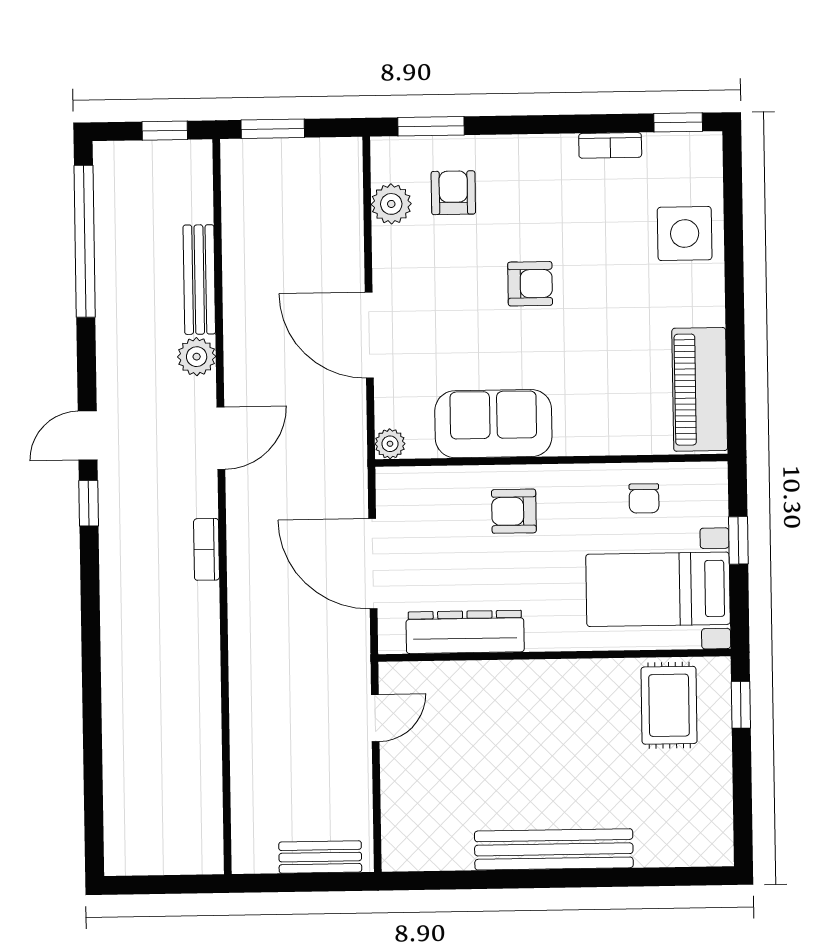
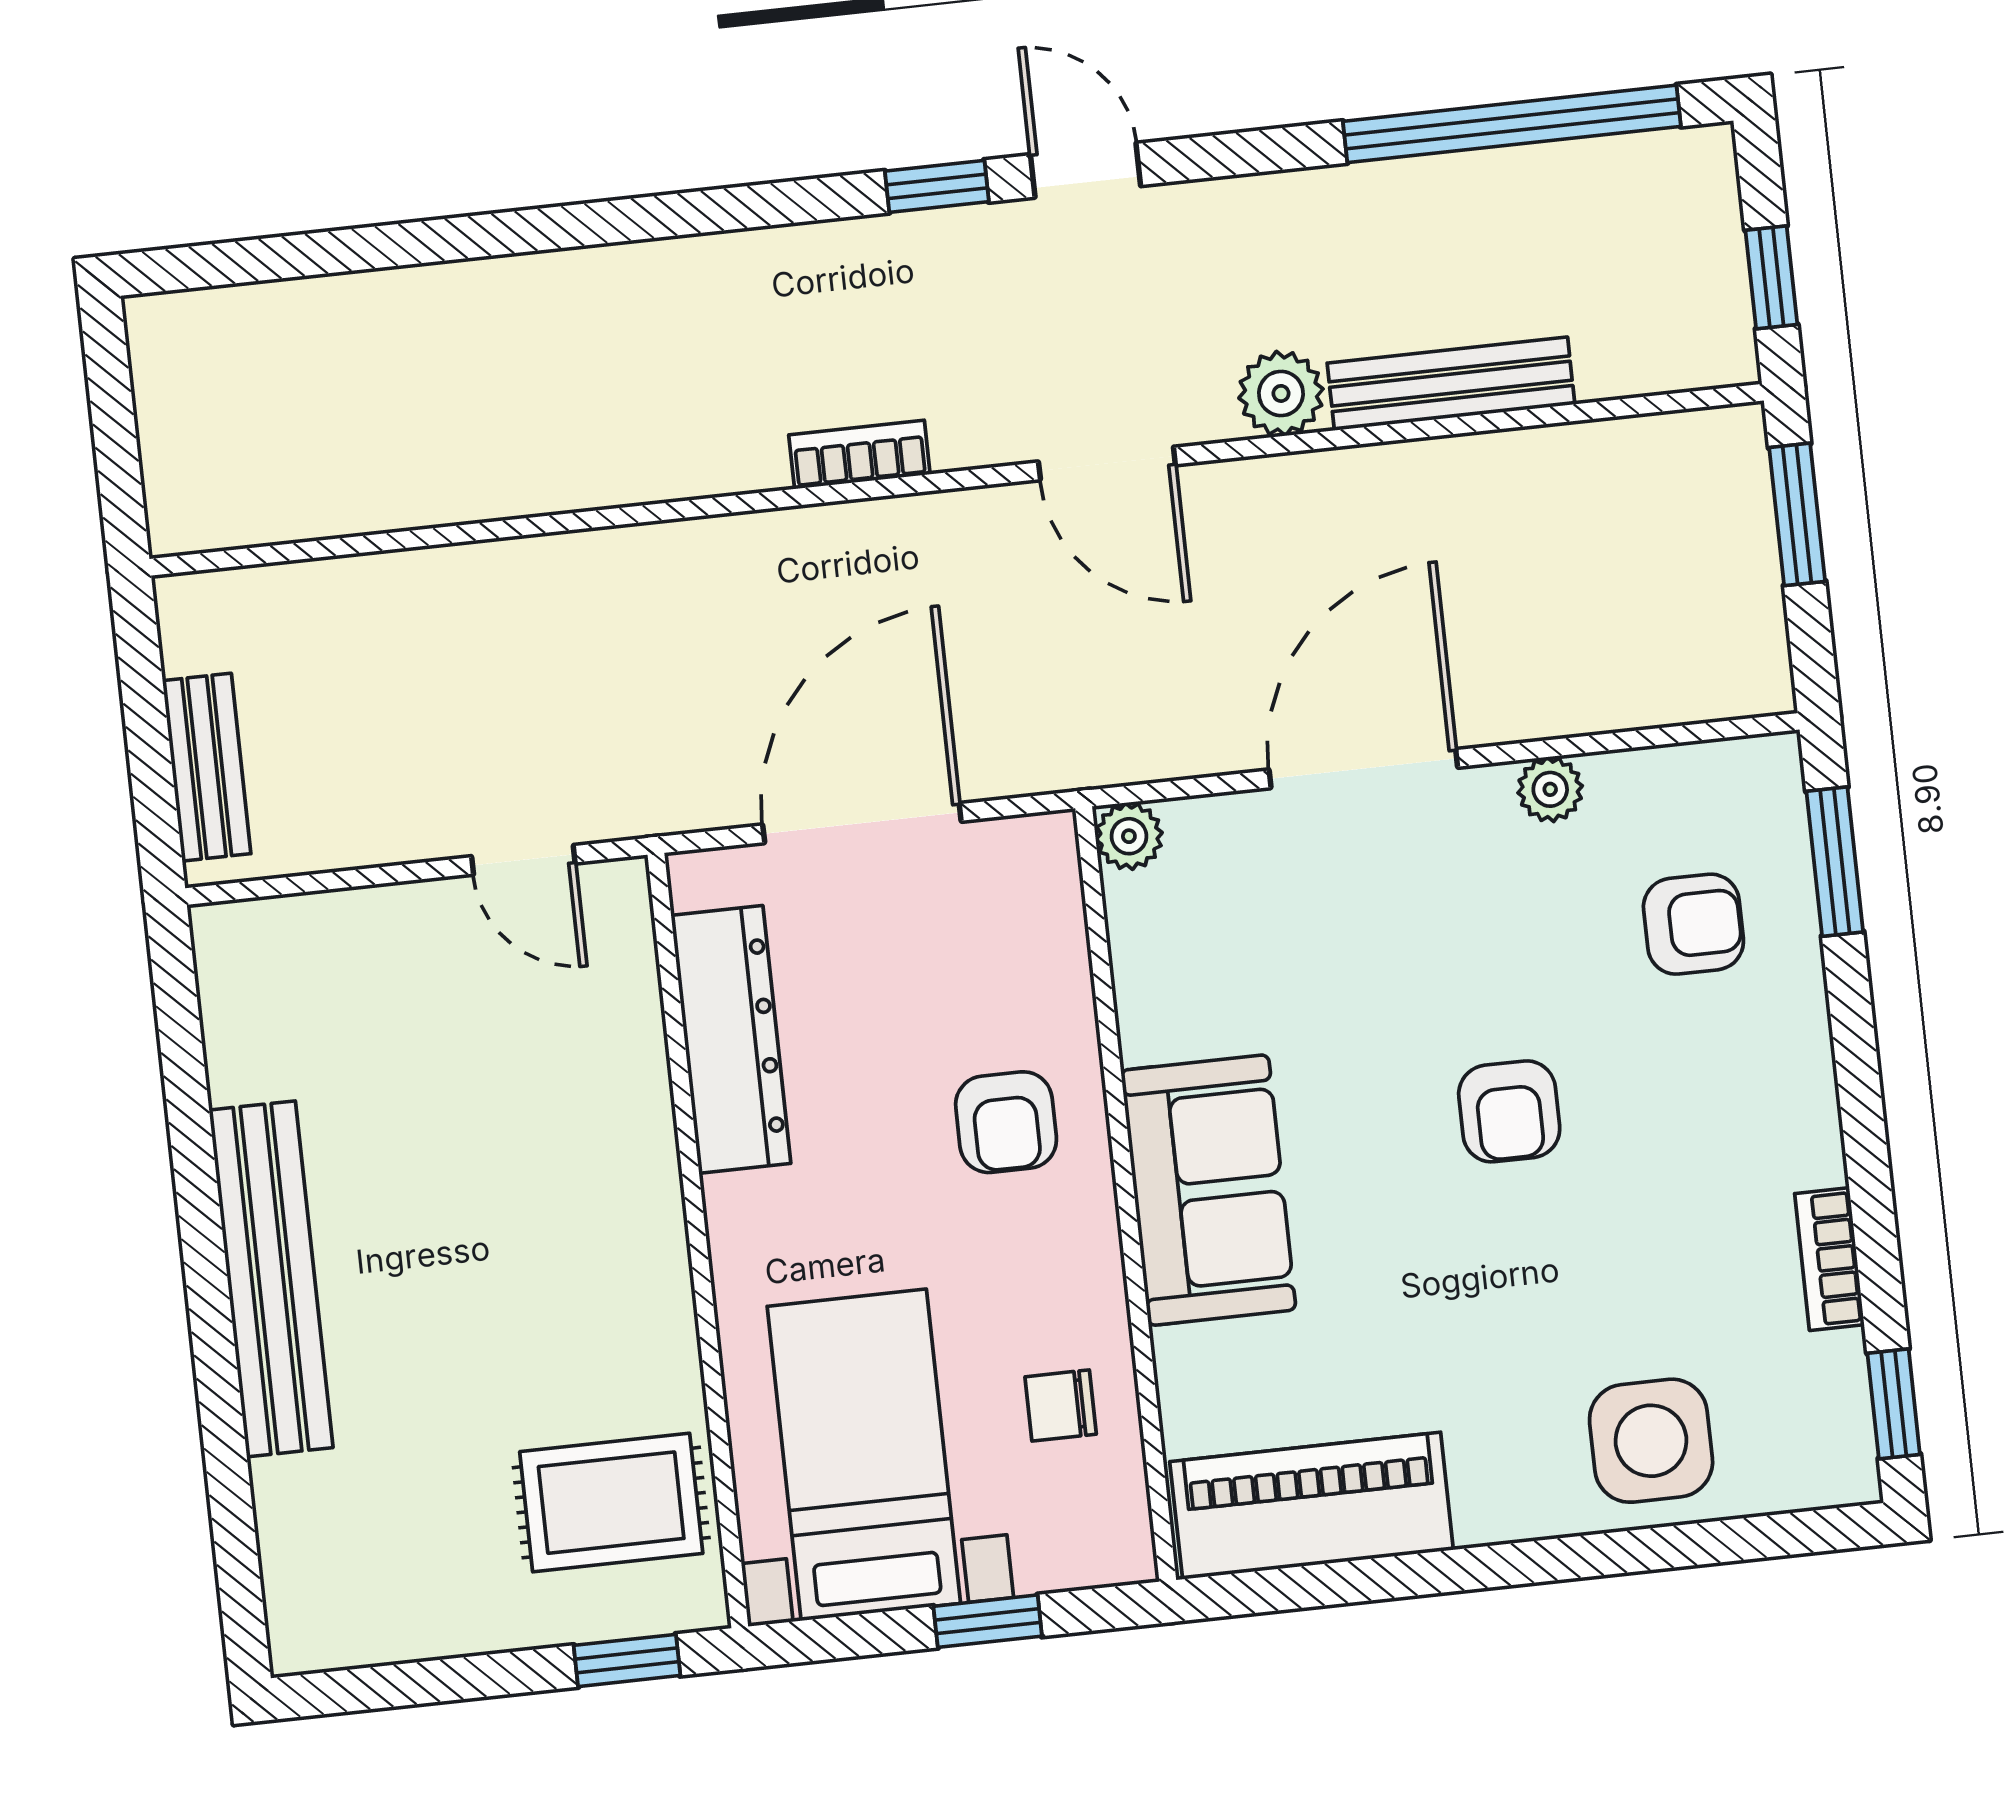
plant: (391, 204) -> (1550, 789), moved, width x0.73, depth x0.73
sofa: (493, 424) -> (1208, 1190), moved
armchair: (514, 511) -> (1006, 1122), turned 180

